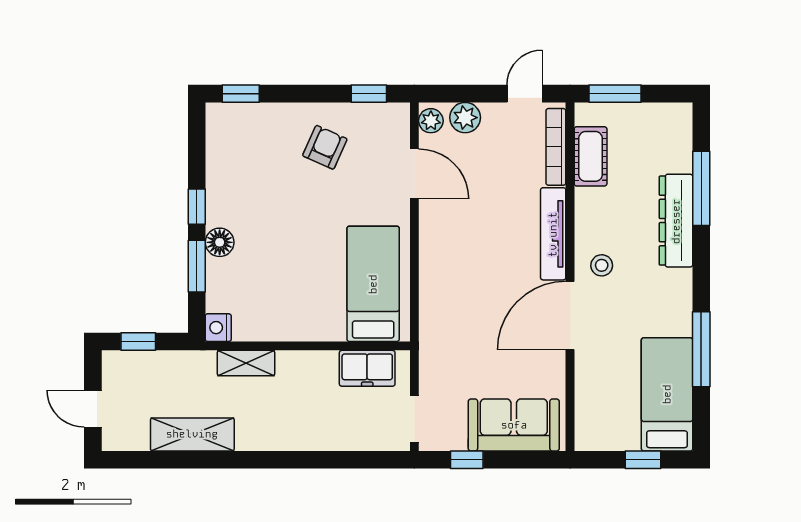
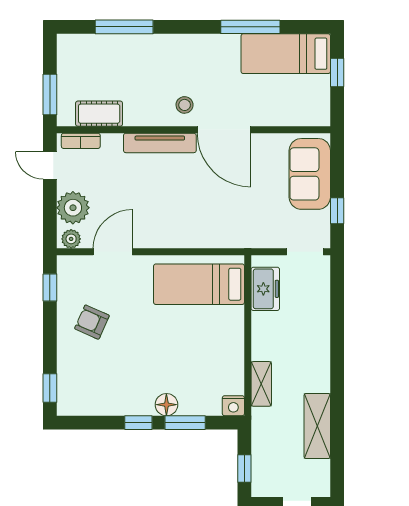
plant: (465, 118) -> (73, 208), width x1.36, depth x1.36
bookcase: (556, 147) -> (81, 141), width x0.64
dresser: (676, 221) -> (149, 47), removed

